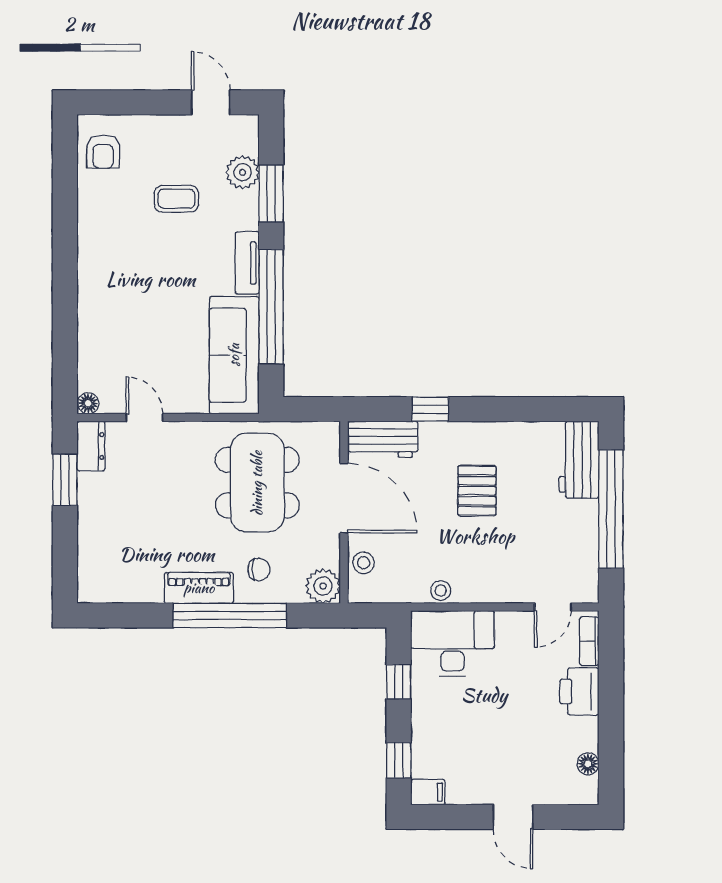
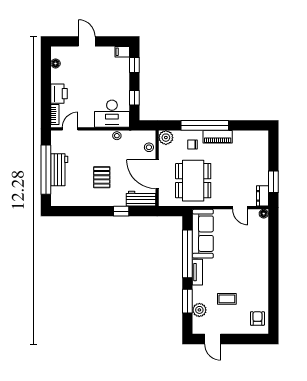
workbench: (579, 460) -> (59, 170), moved

